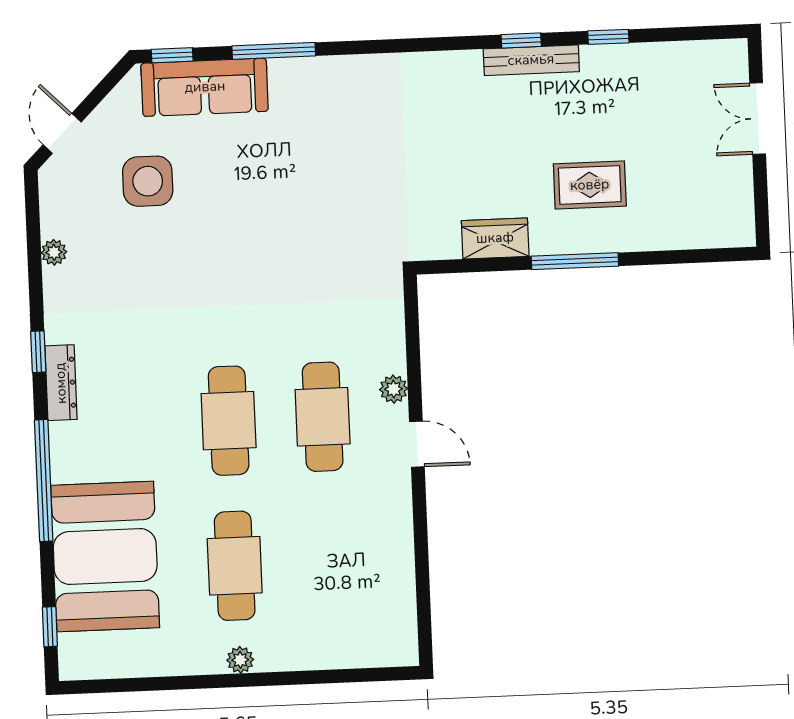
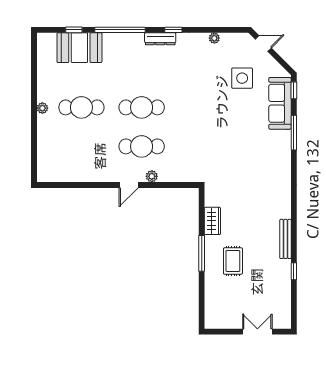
window: (521, 41) -> (294, 235), removed
booth: (105, 557) -> (79, 48), width x0.73, depth x0.70
window: (50, 627) -> (74, 30), moved

